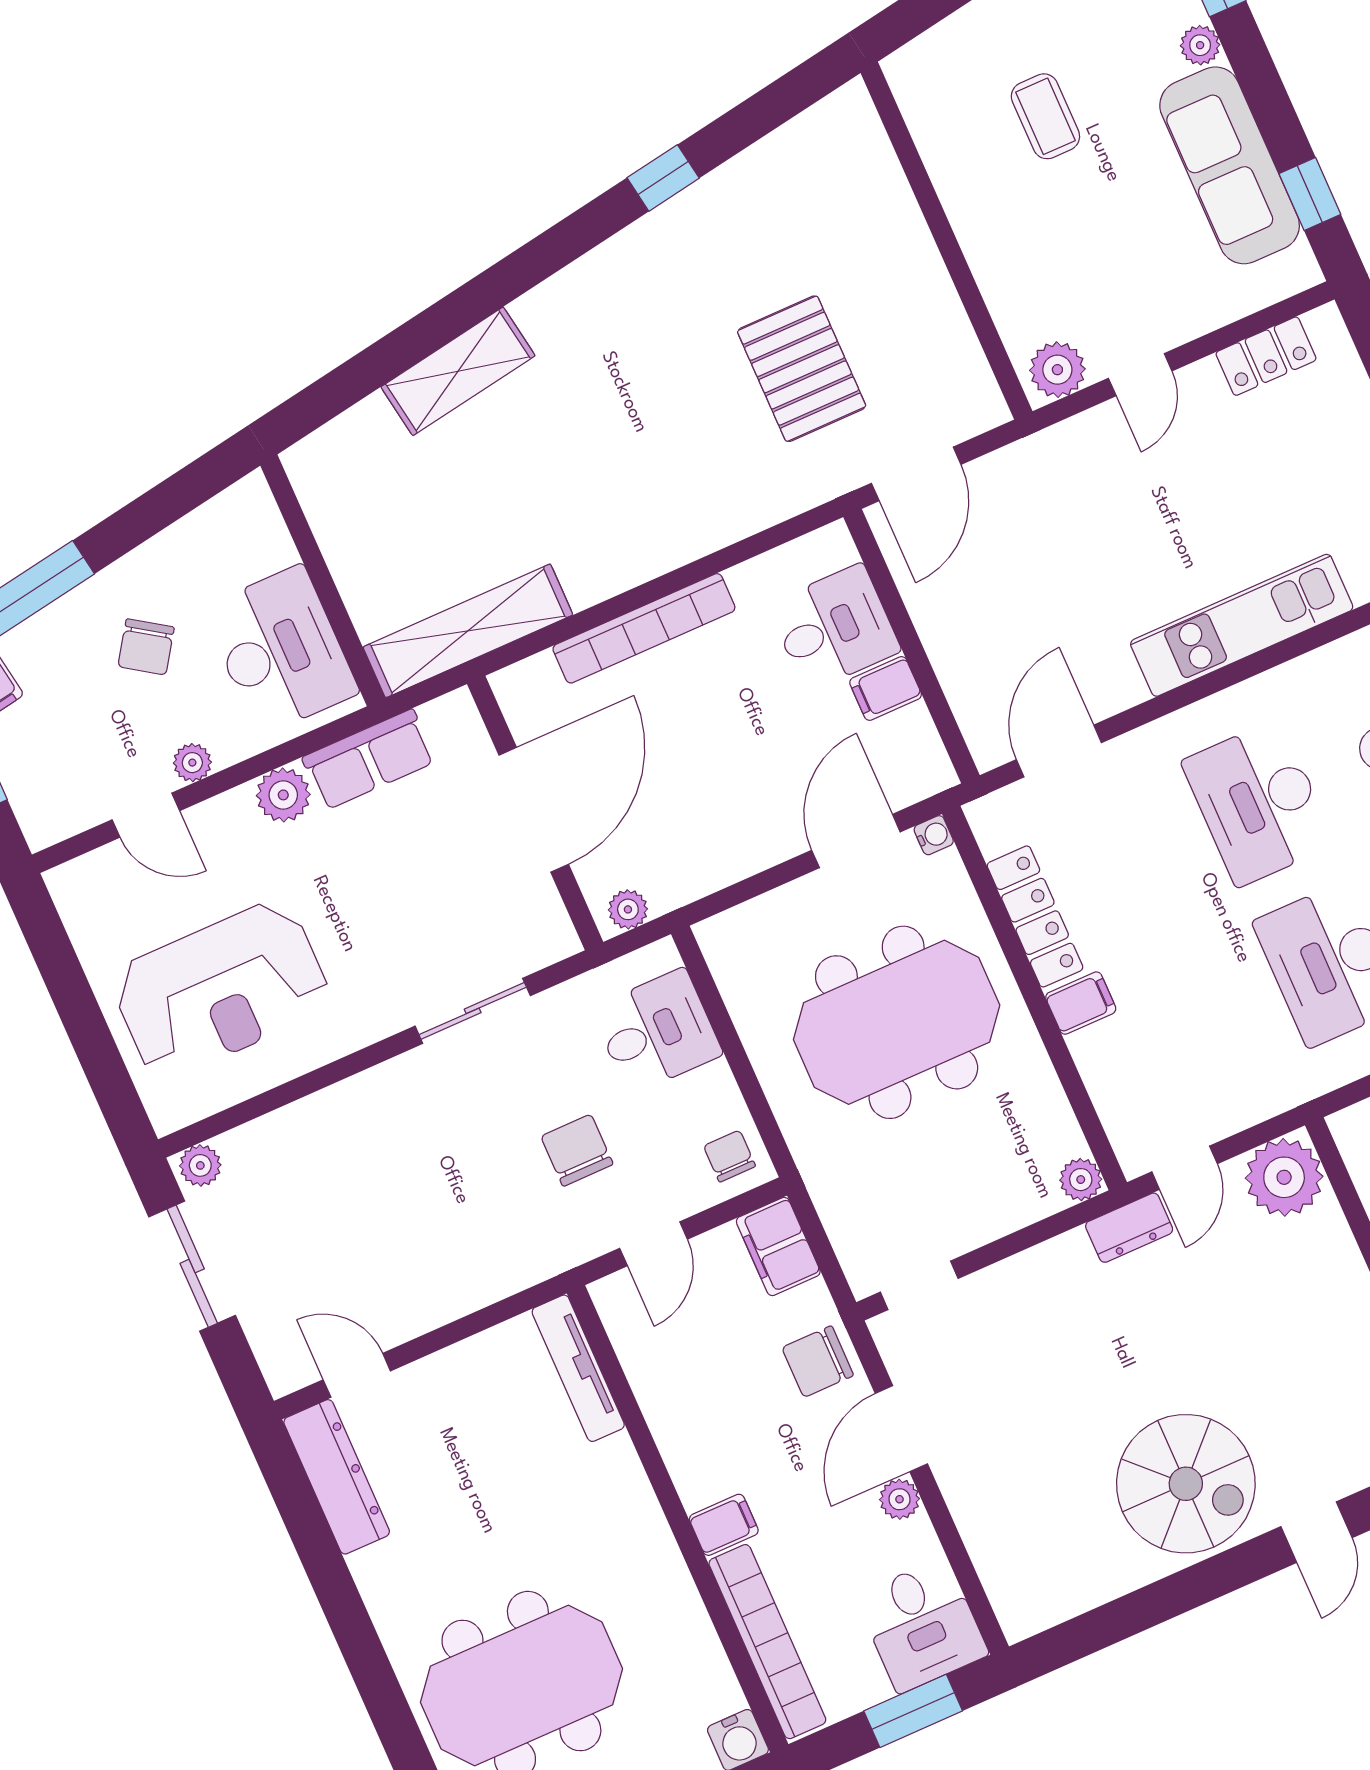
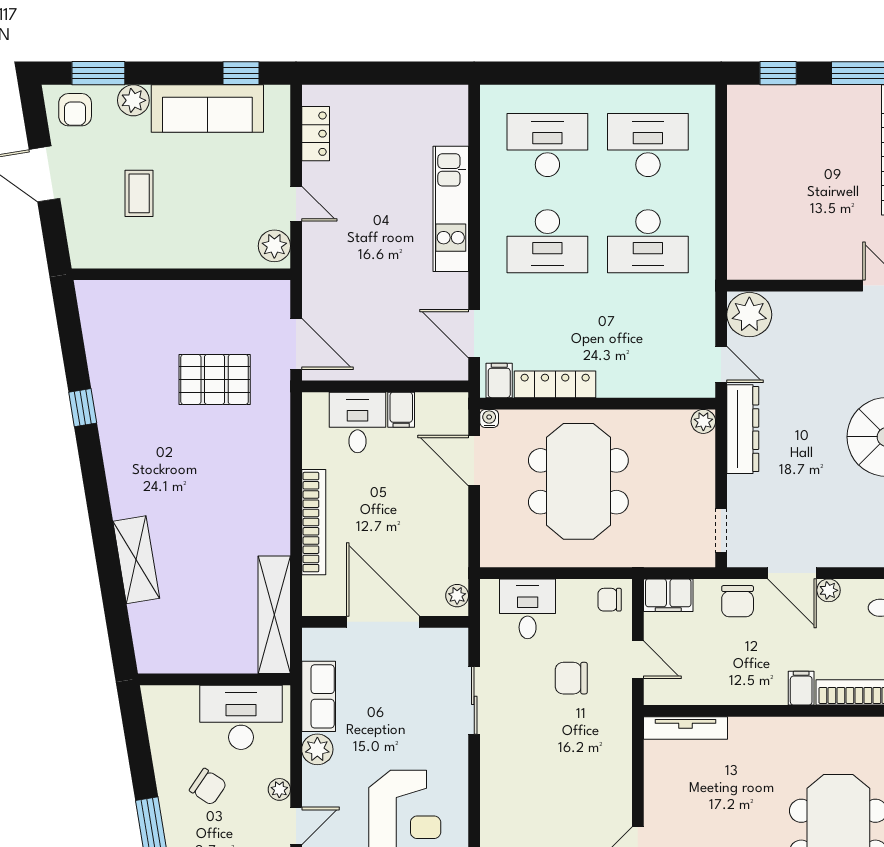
plant: (1200, 45) -> (133, 100), width x1.38, depth x1.38
coffee table: (1045, 116) -> (139, 193), turned 90
filing cabinet: (1081, 1003) -> (499, 380), moved
dresser: (1129, 1228) -> (743, 429), width x1.96, depth x1.24

